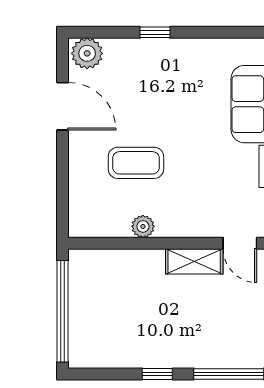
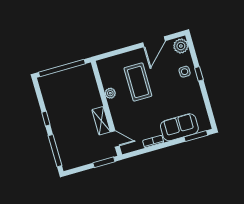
side table: (142, 61) -> (185, 72), added
coffee table: (136, 163) -> (138, 82), width x1.36, depth x1.32
door: (240, 243) -> (115, 139), swing flipped

